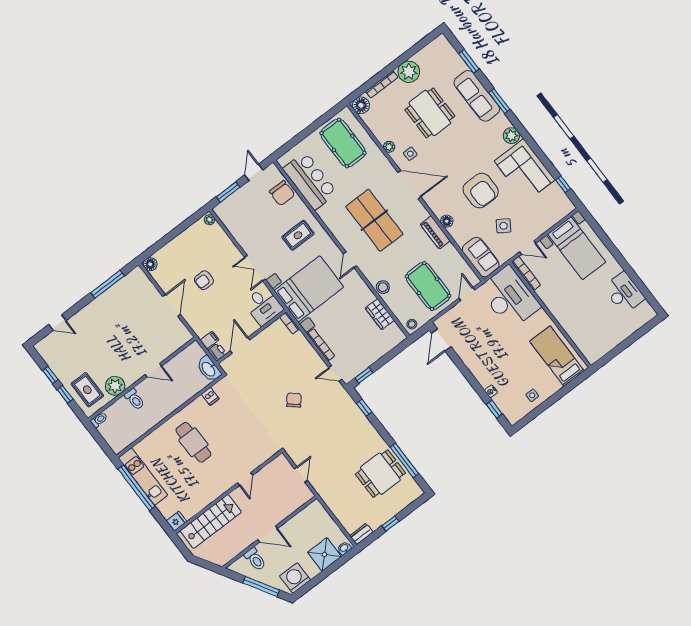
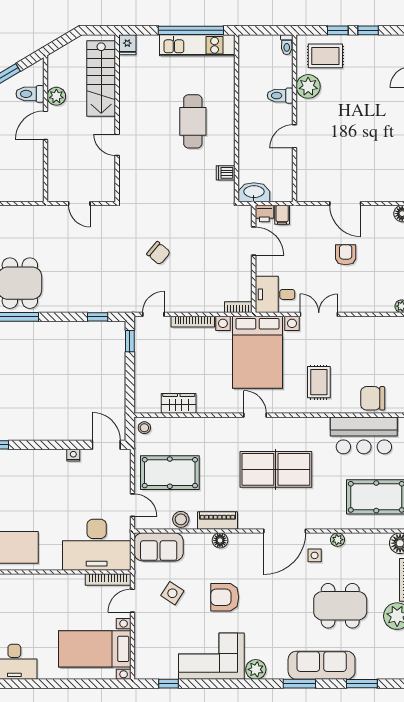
armchair: (481, 191) -> (225, 597), width x0.73, depth x0.73
stool: (383, 287) -> (181, 519), moved
nightstand: (491, 391) -> (73, 455), moved
cafe table: (193, 442) -> (193, 121), turned 90
plant: (244, 541) -> (56, 96), added

